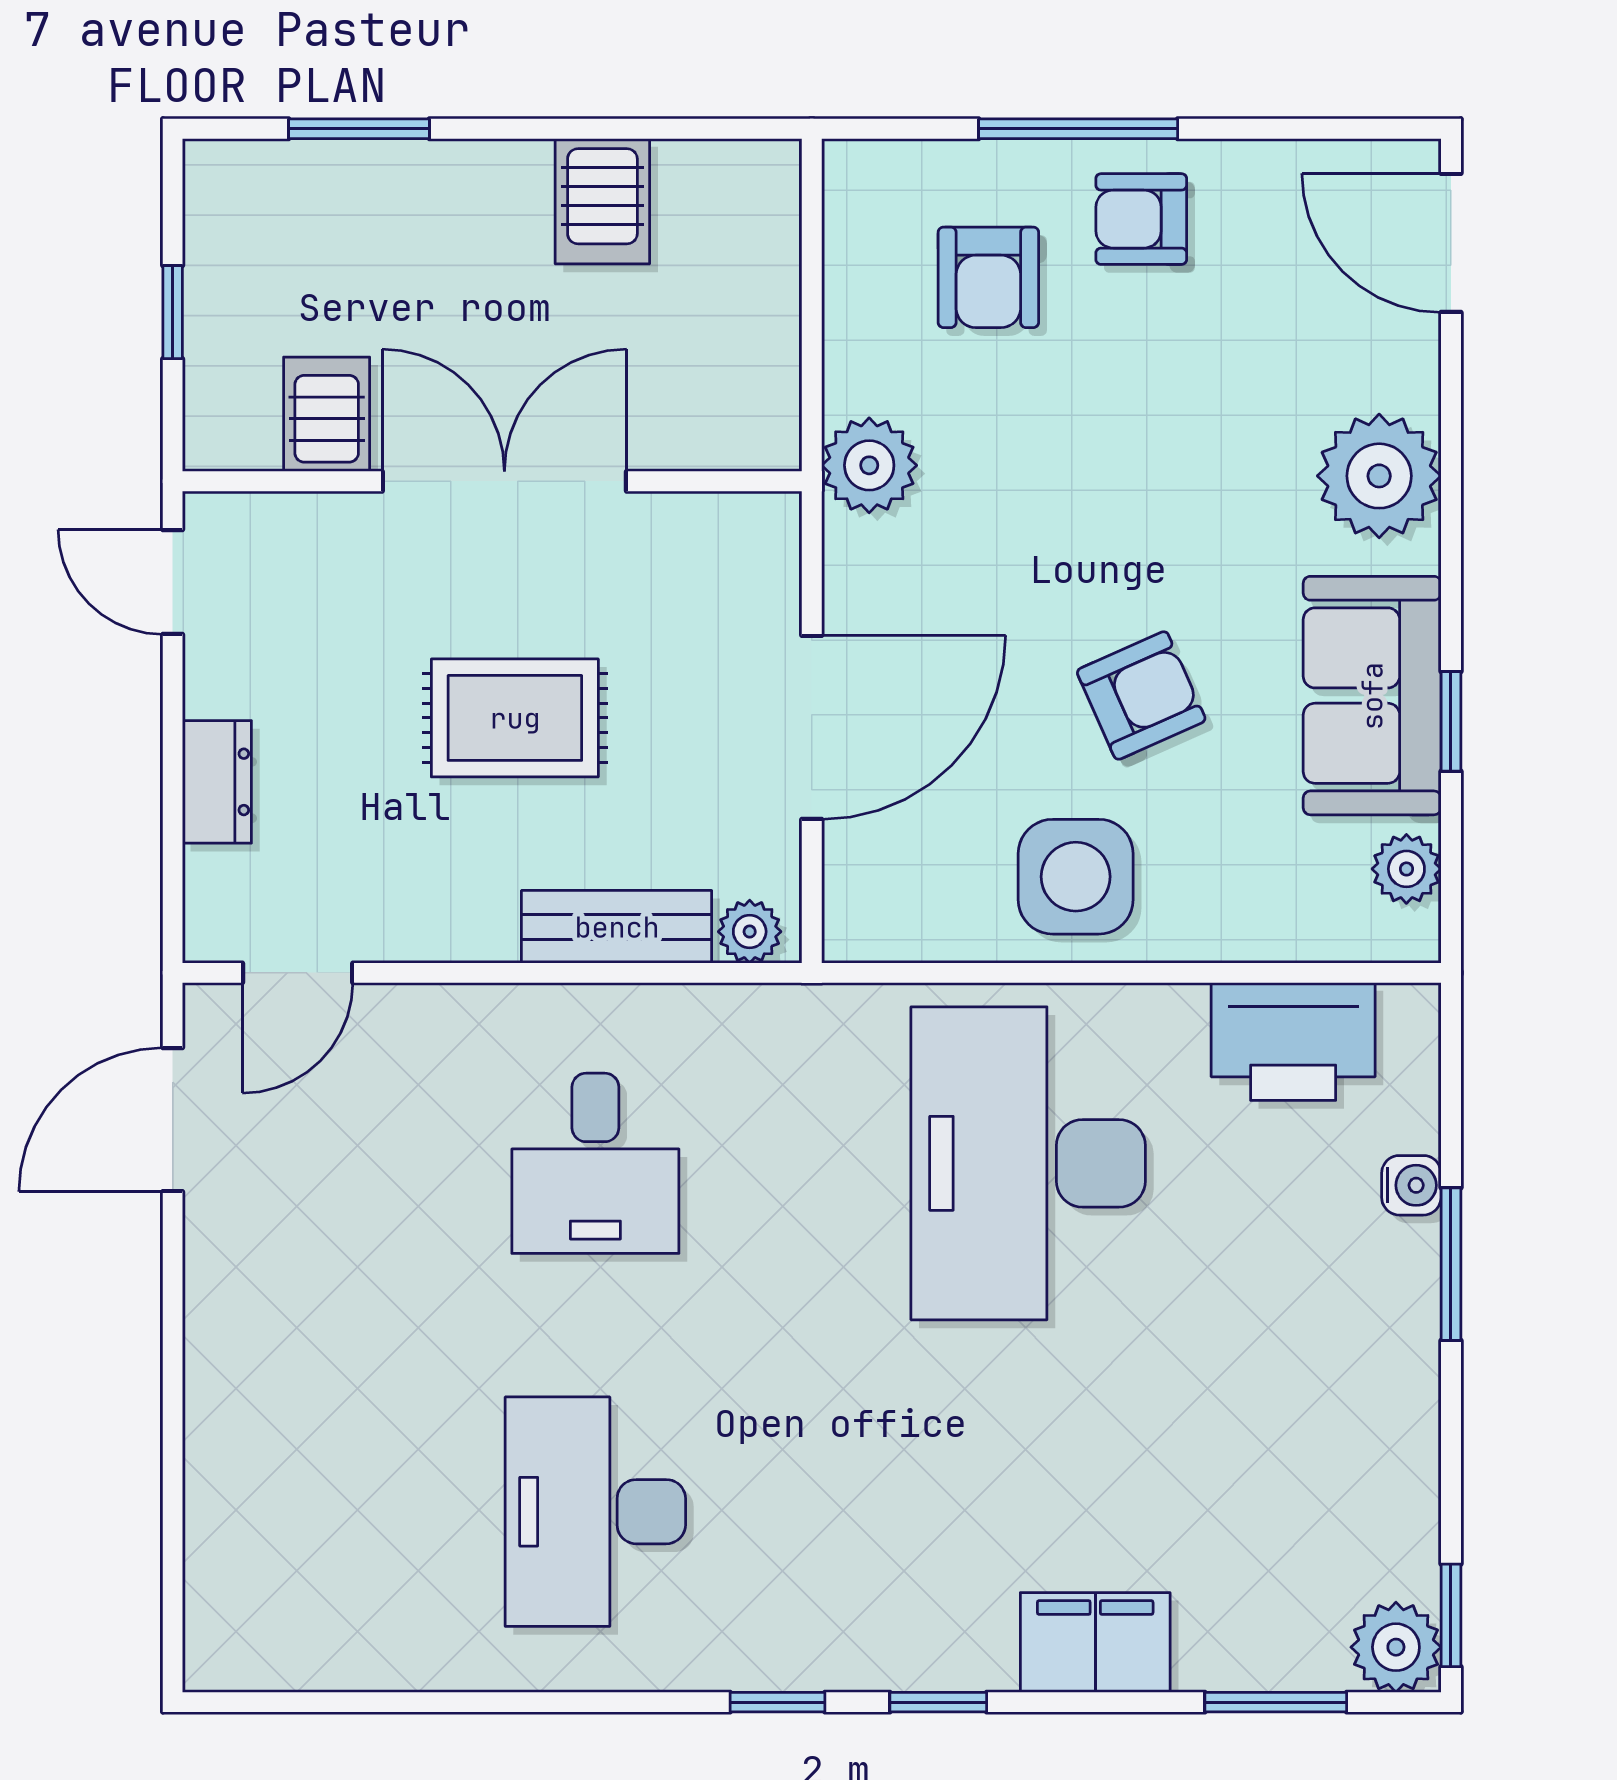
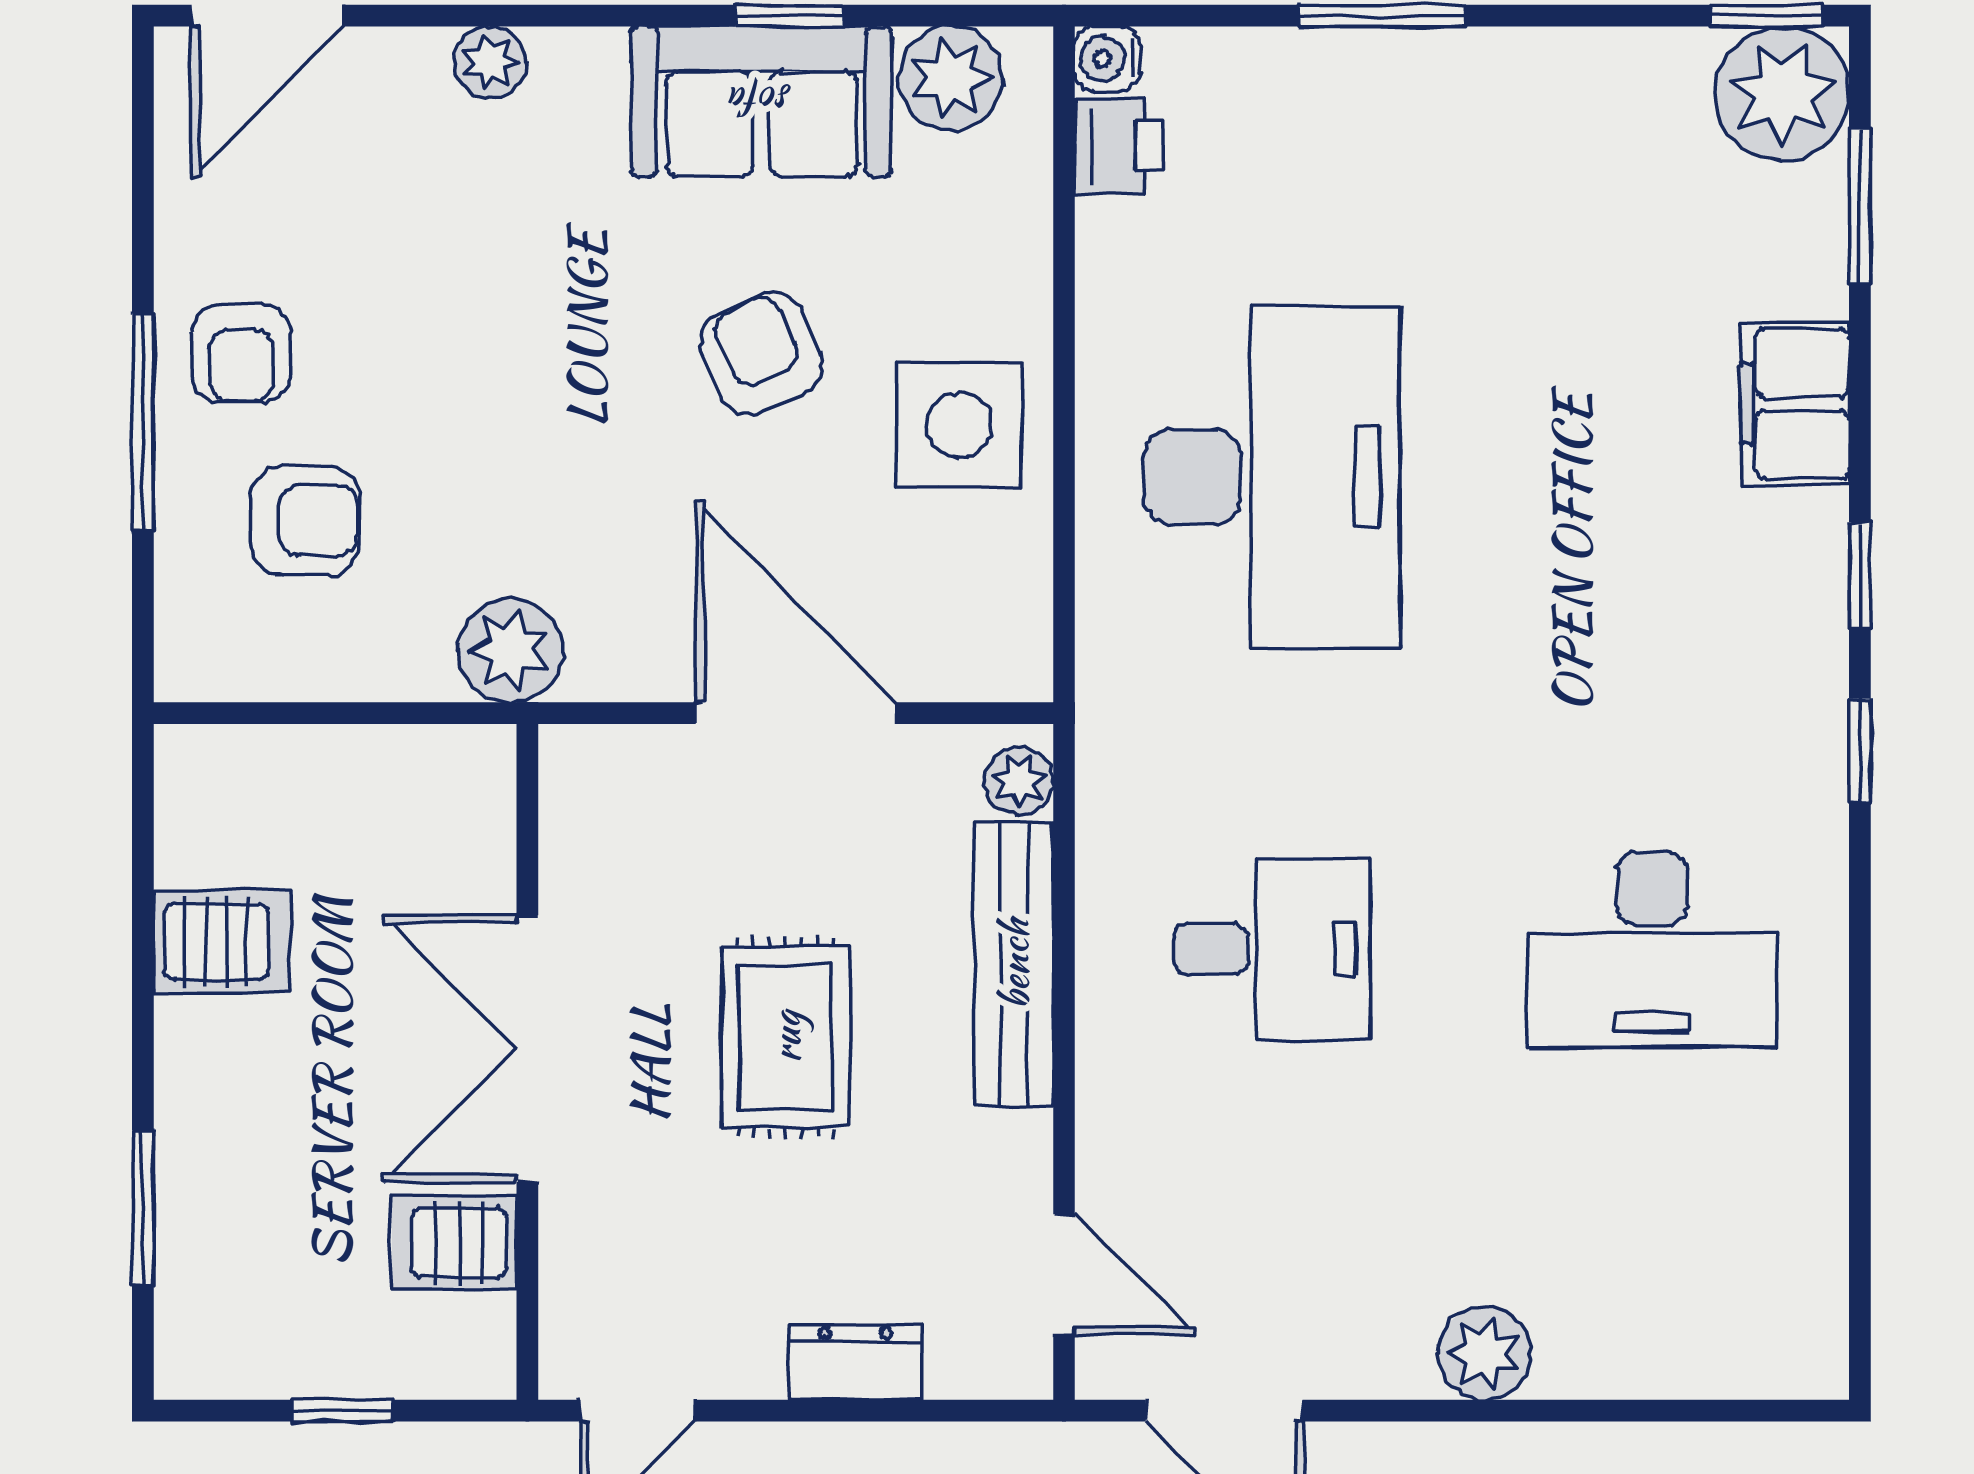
plant: (1379, 476) -> (490, 62), width x0.53, depth x0.53
plant: (1406, 869) -> (951, 78), width x1.38, depth x1.38
bench: (617, 927) -> (1014, 964), width x1.36
printer: (1293, 1042) -> (1118, 146), width x0.53, depth x0.68
desk: (1028, 1163) -> (1272, 477), turned -90
water cooler: (1411, 1185) -> (1107, 59), moved, turned -90
plant: (225, 1358) -> (1485, 1353), added
plant: (1396, 1647) -> (1782, 93), width x1.36, depth x1.36

